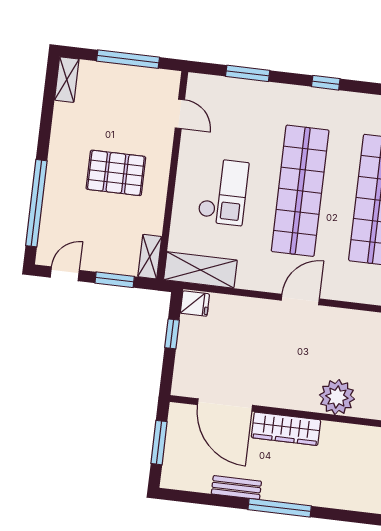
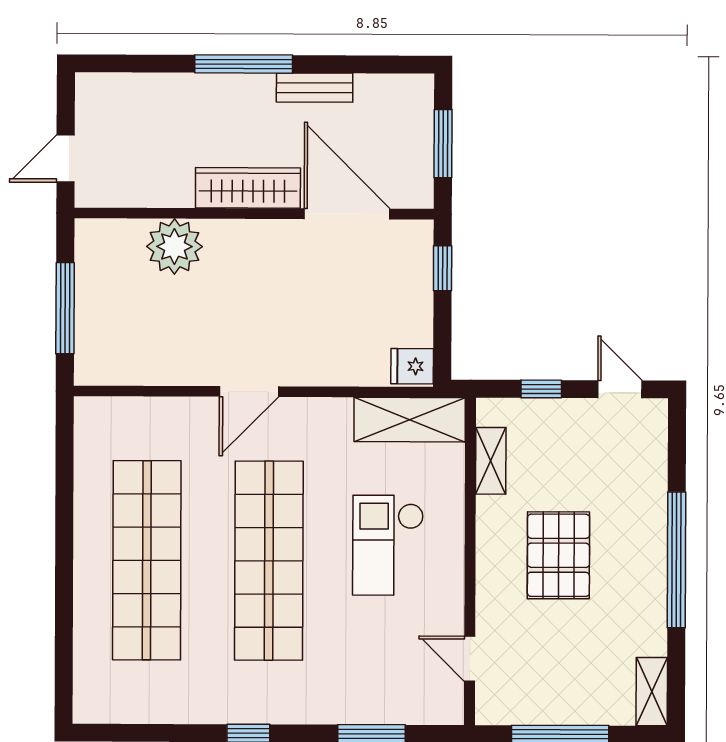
pallet: (116, 173) -> (558, 555), turned 90
window: (36, 203) -> (676, 560), moved
shelving: (150, 257) -> (491, 461), moved
door: (65, 274) -> (620, 389), swing flipped
window: (115, 280) -> (541, 389), width x0.67
window: (172, 334) -> (443, 268), moved

